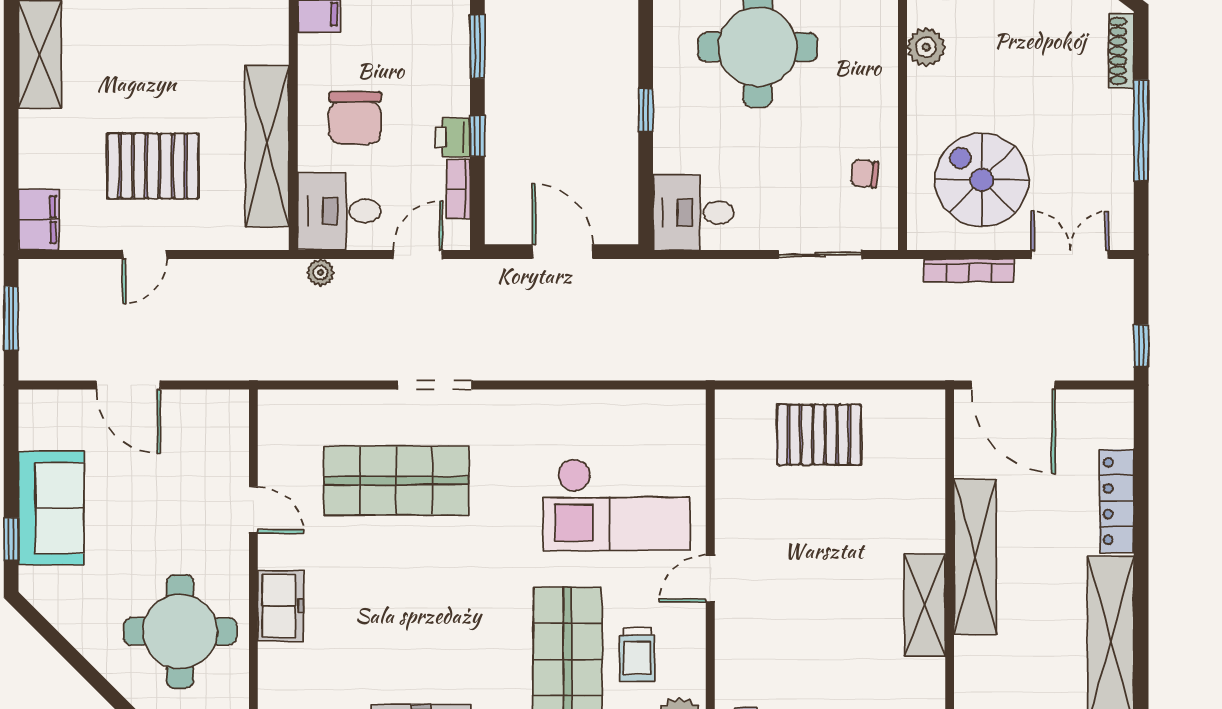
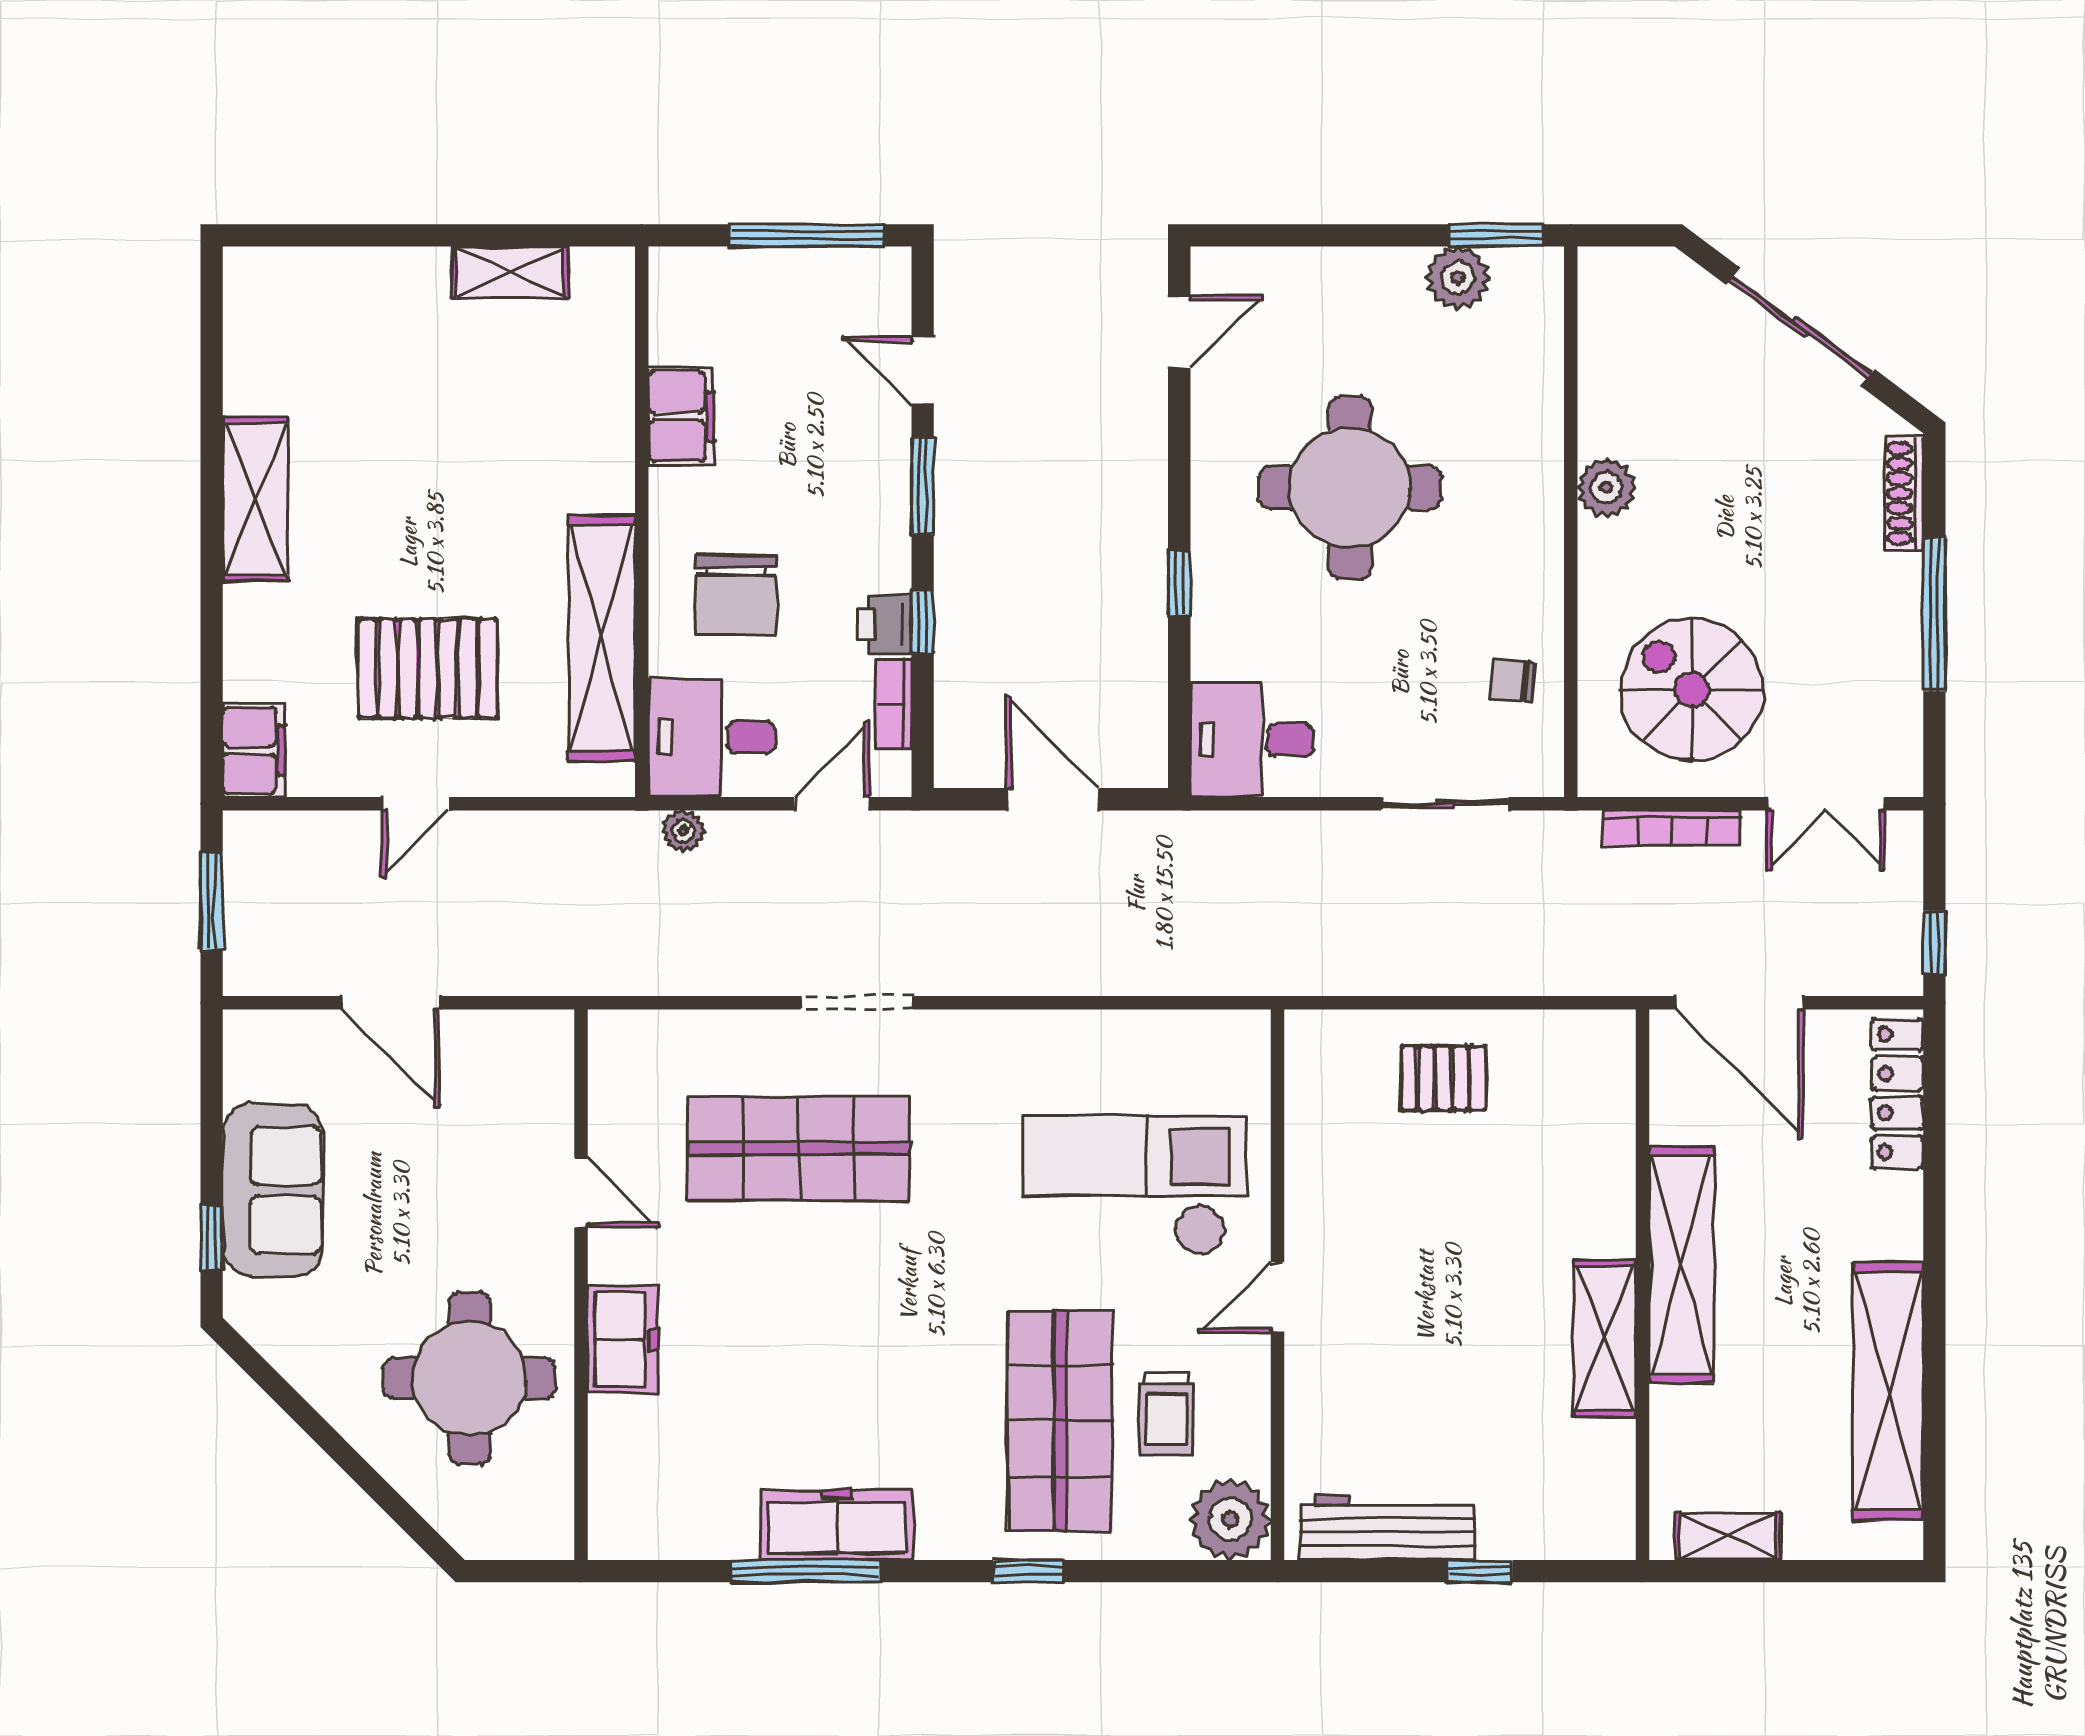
double door: (1070, 255) -> (1826, 804), swing flipped
pallet: (819, 435) -> (1443, 1078), width x0.67, depth x0.71
locker: (1117, 501) -> (1897, 1093), moved
checkout: (617, 505) -> (1135, 1185), turned 180

